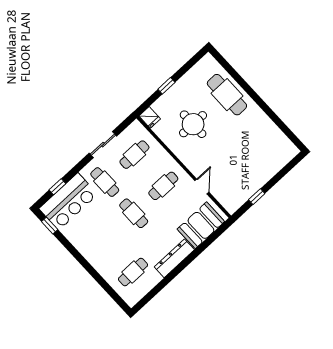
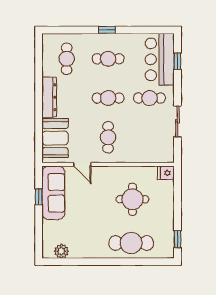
window: (166, 86) -> (177, 239), moved
plant: (282, 142) -> (61, 251), added
cafe table: (134, 155) -> (108, 59), moved, turned 90
sofa: (243, 188) -> (53, 193), added
window: (50, 226) -> (107, 30), moved

